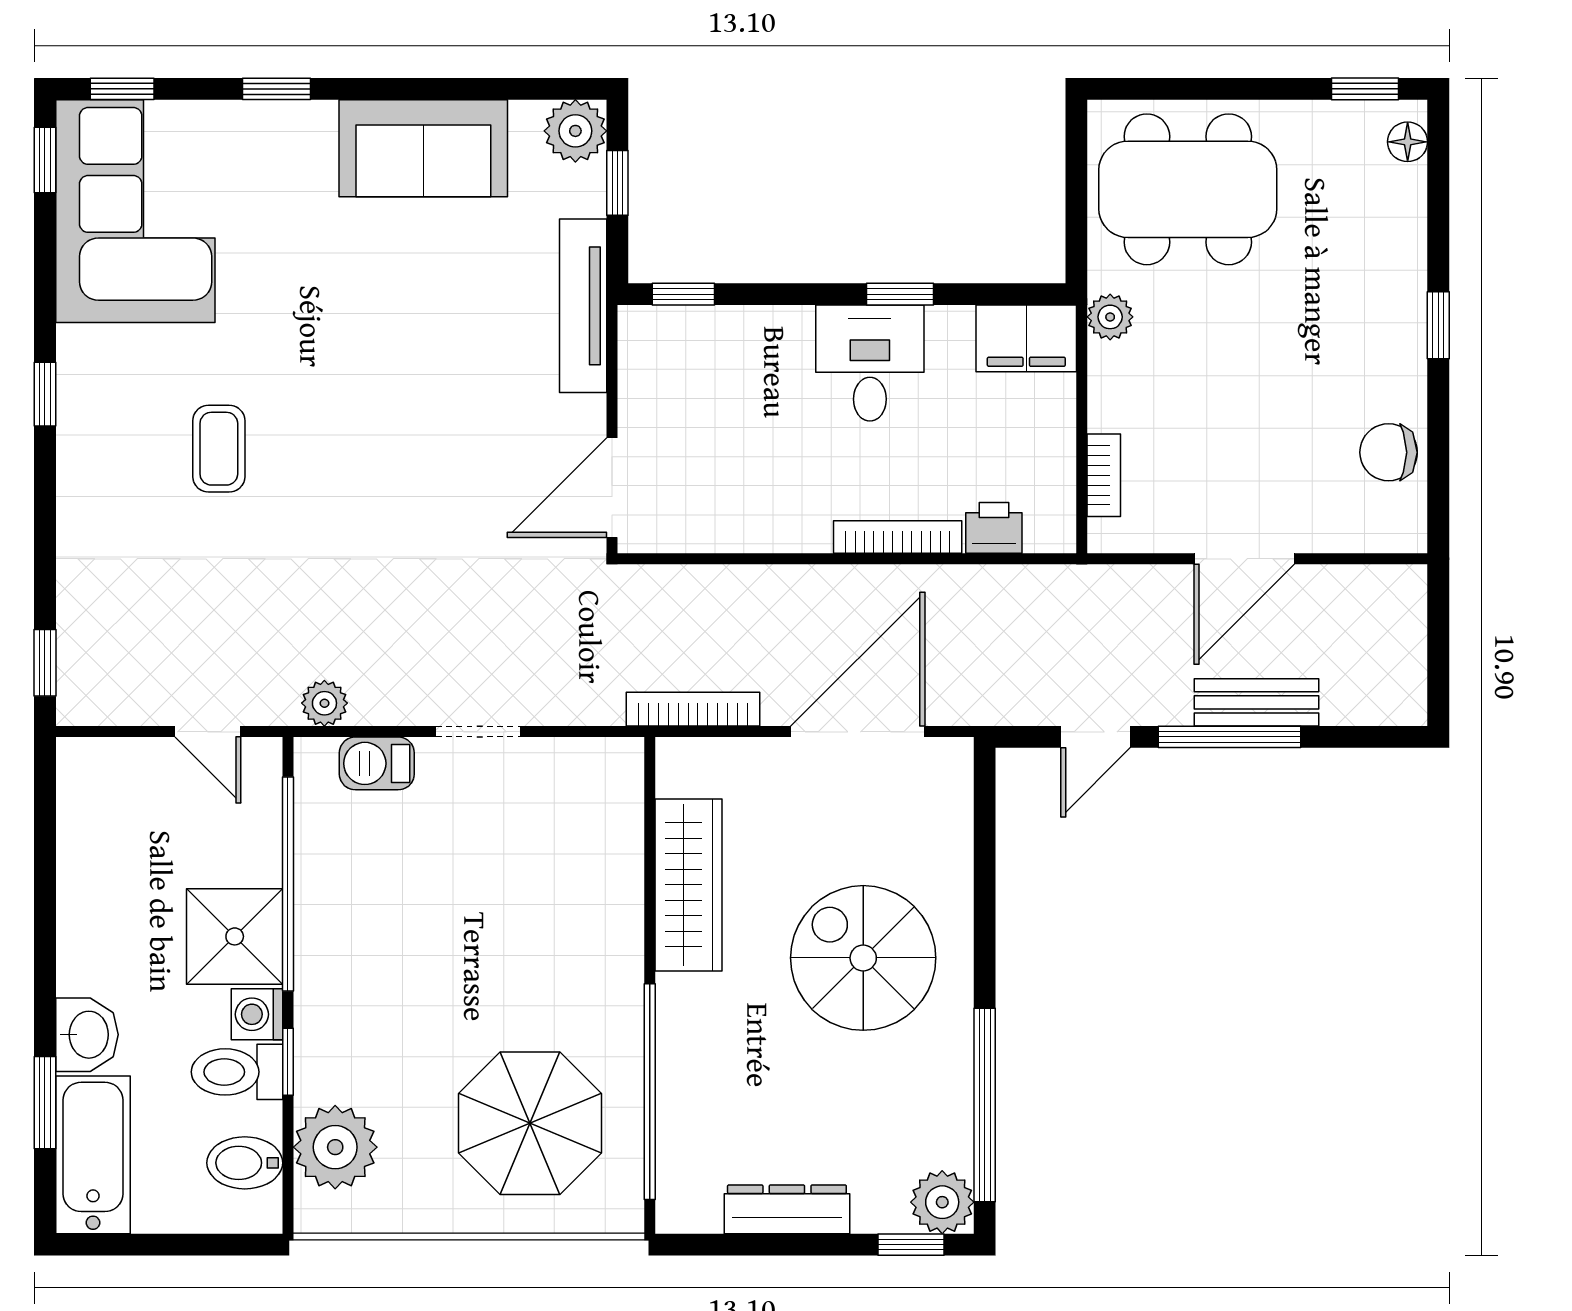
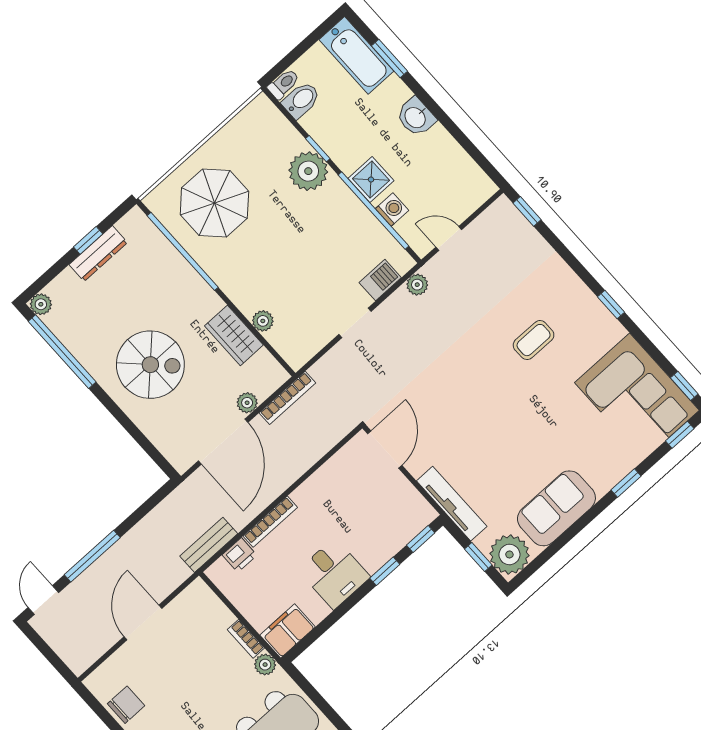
plant: (575, 131) -> (509, 554), width x1.36, depth x1.36
window: (900, 294) -> (385, 571), moved
coffee table: (219, 449) -> (534, 340), turned 90
bookcase: (1104, 475) -> (246, 639), moved
bench: (1256, 702) -> (209, 545), moved
door: (1095, 737) -> (43, 600), moved
plant: (764, 759) -> (247, 403), added
plant: (622, 867) -> (263, 321), added
wardrobe: (689, 885) -> (234, 335), width x0.67
shower: (235, 936) -> (371, 180), width x0.73, depth x0.73
washing machine: (257, 1014) -> (392, 210), moved
washbasin: (87, 1035) -> (416, 117), moved
toilet: (237, 1072) -> (284, 84), moved, width x0.73, depth x0.72
plant: (335, 1147) -> (308, 171), moved
plant: (942, 1202) -> (41, 304), width x0.73, depth x0.73
window: (911, 1245) -> (88, 240), moved

